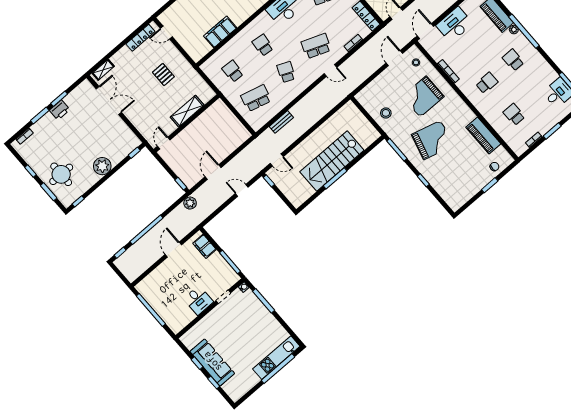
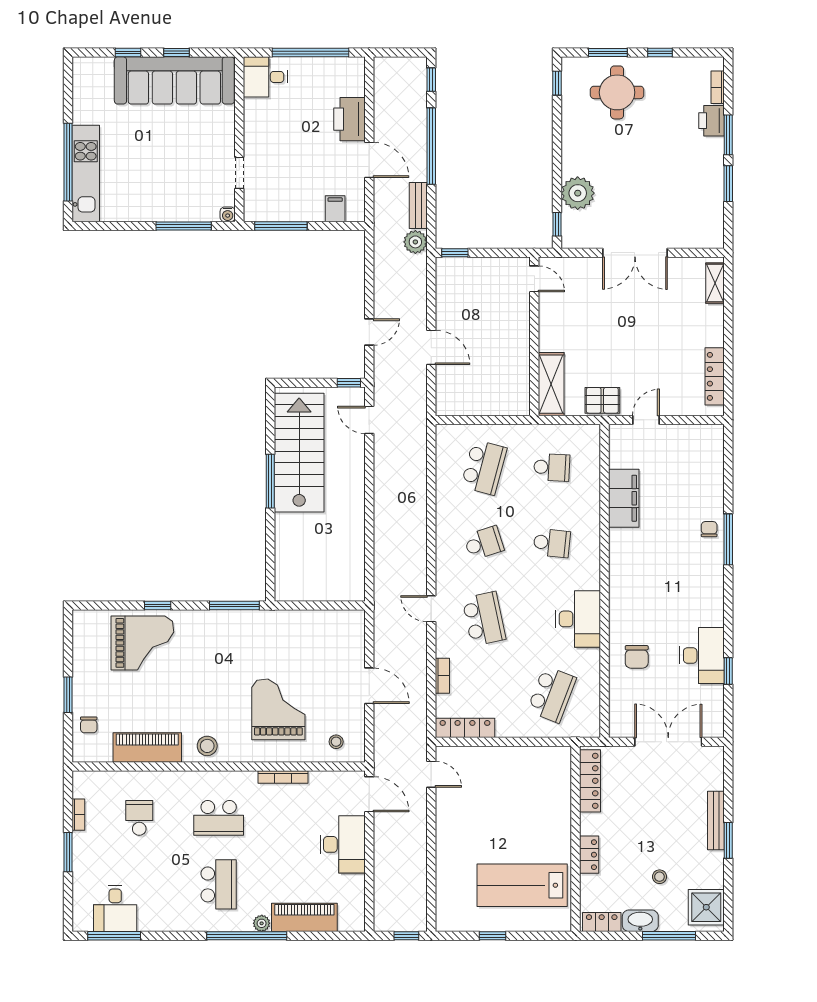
door: (166, 33) -> (646, 420), moved
school desk: (316, 46) -> (484, 619), turned -33
door: (394, 58) -> (369, 686), moved
school desk: (513, 60) -> (219, 884), width x1.85
door: (330, 70) -> (431, 609), hinge flipped
school desk: (286, 72) -> (484, 543), turned -42
pallet: (163, 74) -> (602, 400), moved
school desk: (487, 83) -> (219, 818), width x1.85
double door: (109, 101) -> (635, 253), moved
printer: (60, 110) -> (711, 121), moved
shelving: (187, 111) -> (551, 384), moved
stool: (386, 113) -> (207, 746), moved
school desk: (514, 114) -> (139, 818), turned -90
bench: (281, 122) -> (418, 205), moved
grand piano: (432, 140) -> (142, 643), moved, turned -105
door: (277, 160) -> (369, 420), hinge flipped
stairs: (332, 161) -> (299, 453), moved
plant: (102, 166) -> (578, 193), moved
door: (213, 172) -> (431, 347), moved
filing cabinet: (204, 246) -> (335, 209), width x0.50
printer: (164, 271) -> (350, 119), added
desk: (198, 300) -> (265, 77), moved
sofa: (212, 362) -> (174, 80), width x1.36, depth x1.27

